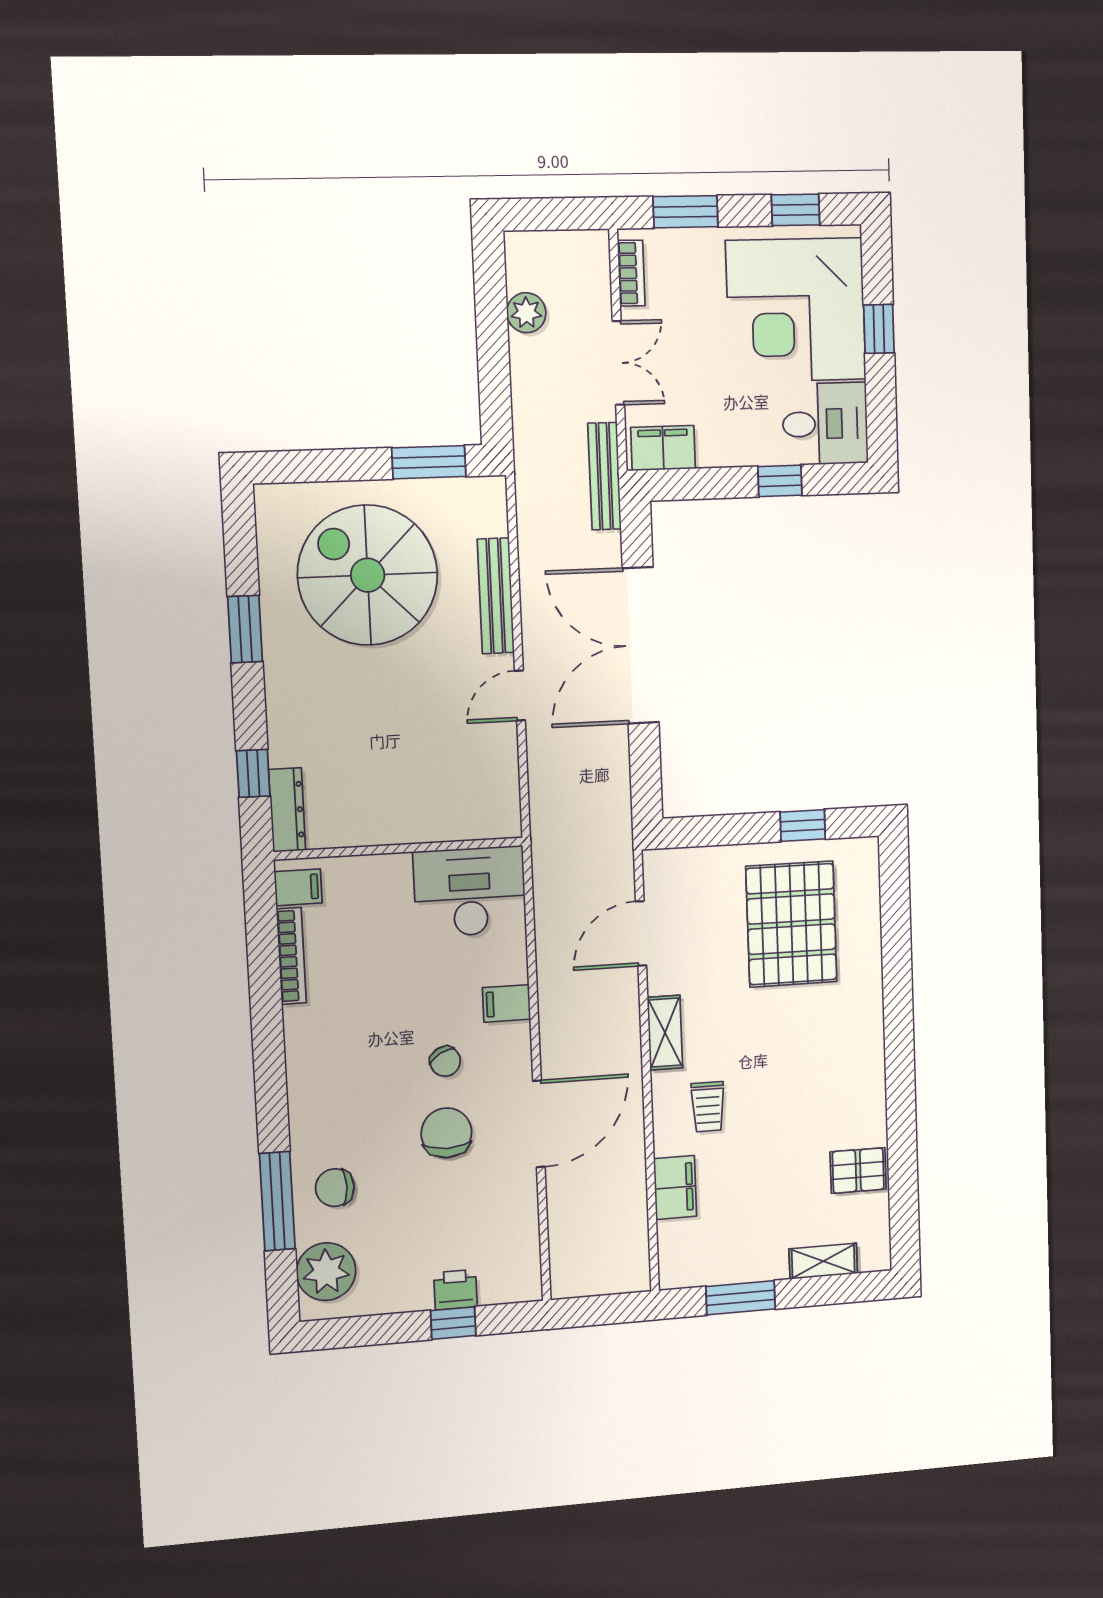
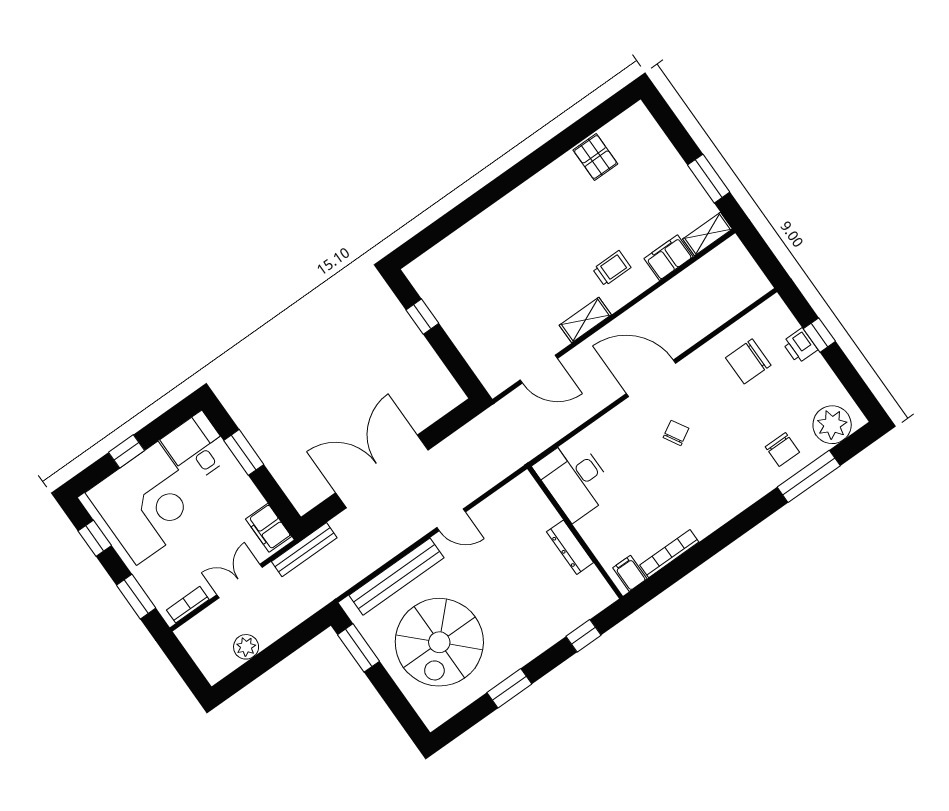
window: (780, 481) -> (244, 452), width x1.50
bench: (496, 596) -> (397, 577), width x1.37, depth x1.21
double door: (641, 645) -> (382, 471), swing flipped
dresser: (287, 810) -> (570, 547), moved, turned -90
pallet: (791, 924) -> (481, 287), removed
filing cabinet: (507, 1003) -> (623, 419), removed
door: (539, 1124) -> (651, 378), moved
chair: (446, 1133) -> (748, 361), moved
shelving: (823, 1261) -> (708, 234), moved, turned 90

